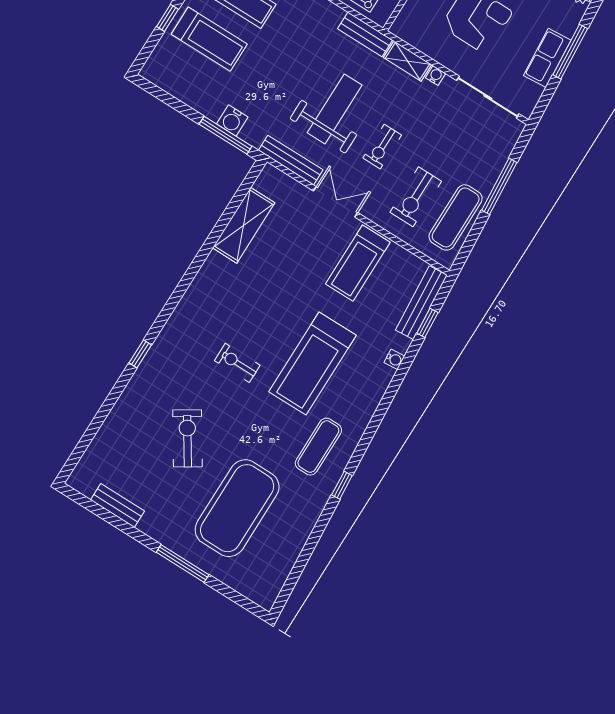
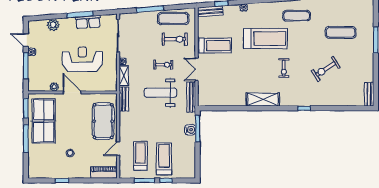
shelving: (244, 225) -> (263, 100), moved
bench: (421, 303) -> (210, 11), width x0.73
bench: (118, 506) -> (369, 94), moved
exercise mat: (237, 508) -> (341, 32), width x0.50, depth x0.69

